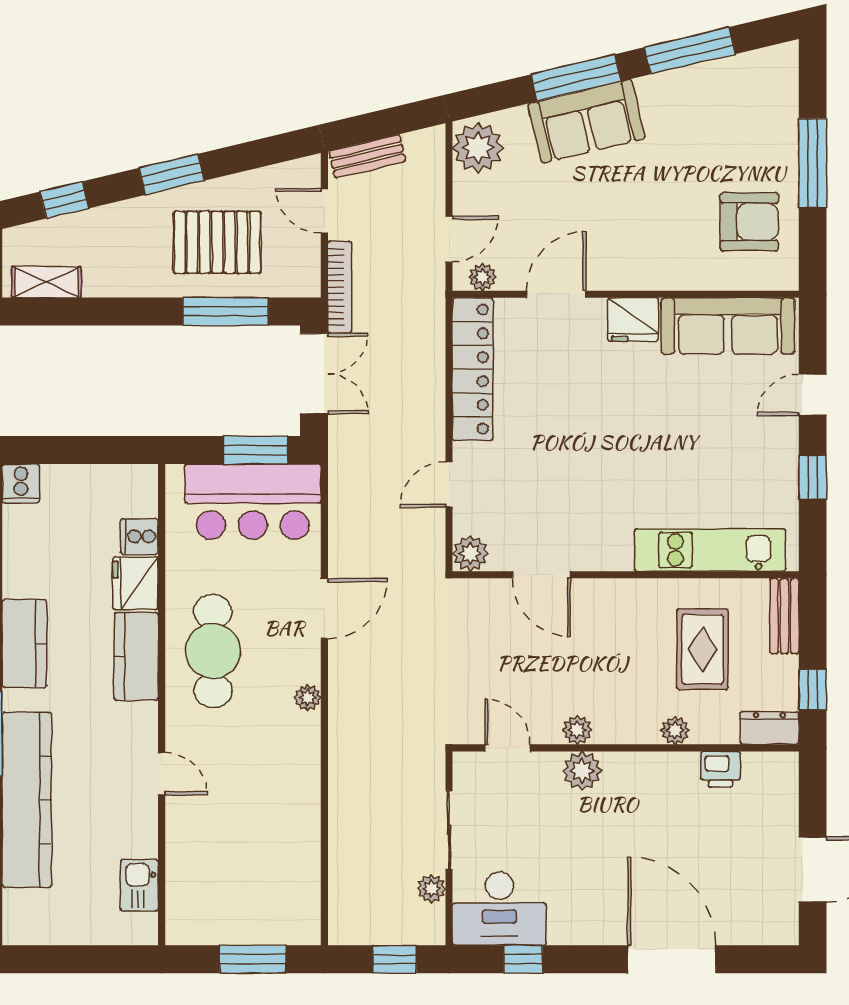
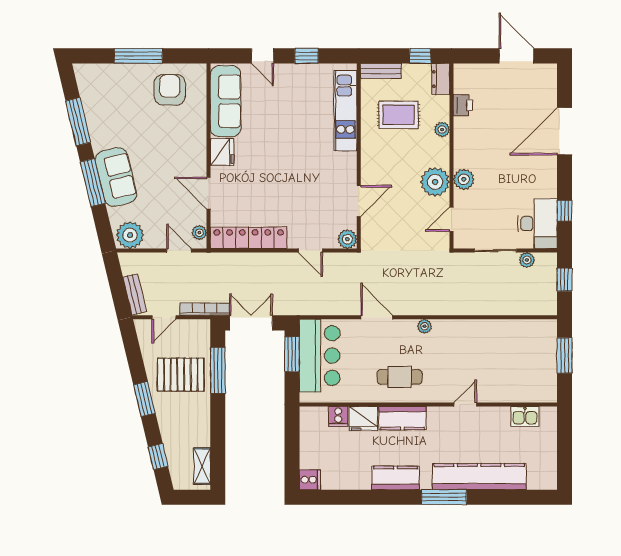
pallet: (217, 242) -> (181, 375), turned 90
cafe table: (213, 651) -> (400, 377), width x0.73, depth x0.74
plant: (577, 730) -> (435, 182), width x1.88, depth x1.88

